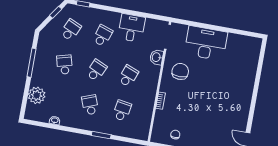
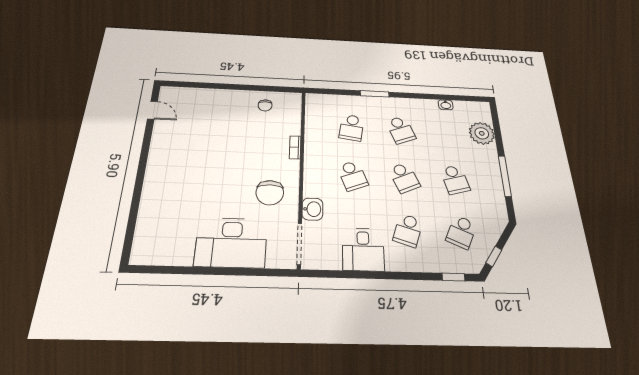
school desk: (96, 70) -> (404, 178), turned -48
school desk: (128, 76) -> (353, 176), turned -42

